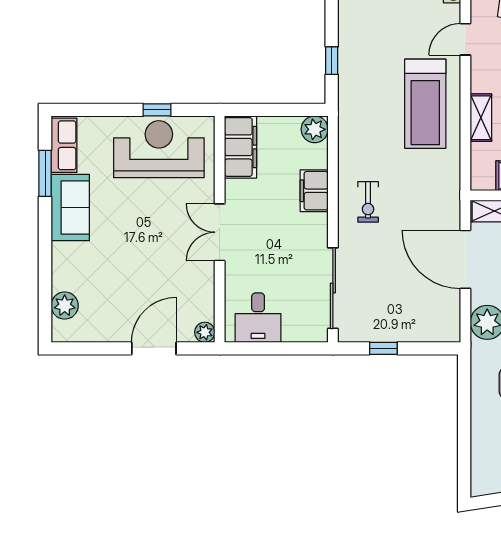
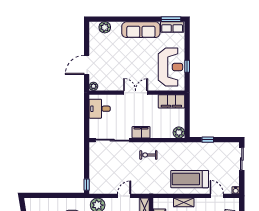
window: (45, 173) -> (171, 19), moved
filing cabinet: (314, 191) -> (141, 132), moved
sofa: (70, 208) -> (141, 30), width x1.36
door: (465, 259) -> (124, 196), width x0.53
door: (154, 348) -> (87, 65), swing flipped
window: (383, 348) -> (87, 185), moved

